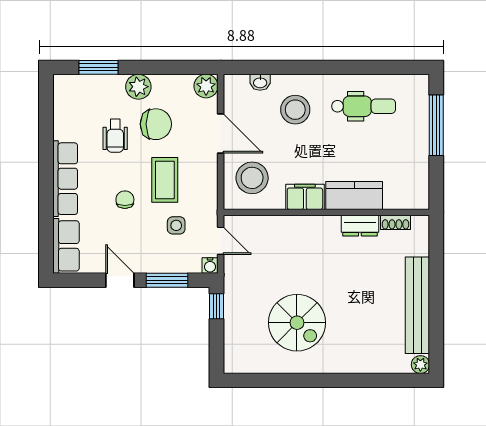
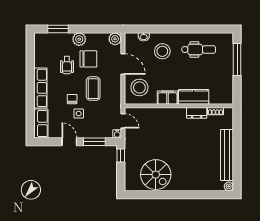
side table: (176, 225) -> (79, 114), moved
spiral stairs: (297, 323) -> (156, 175), moved

